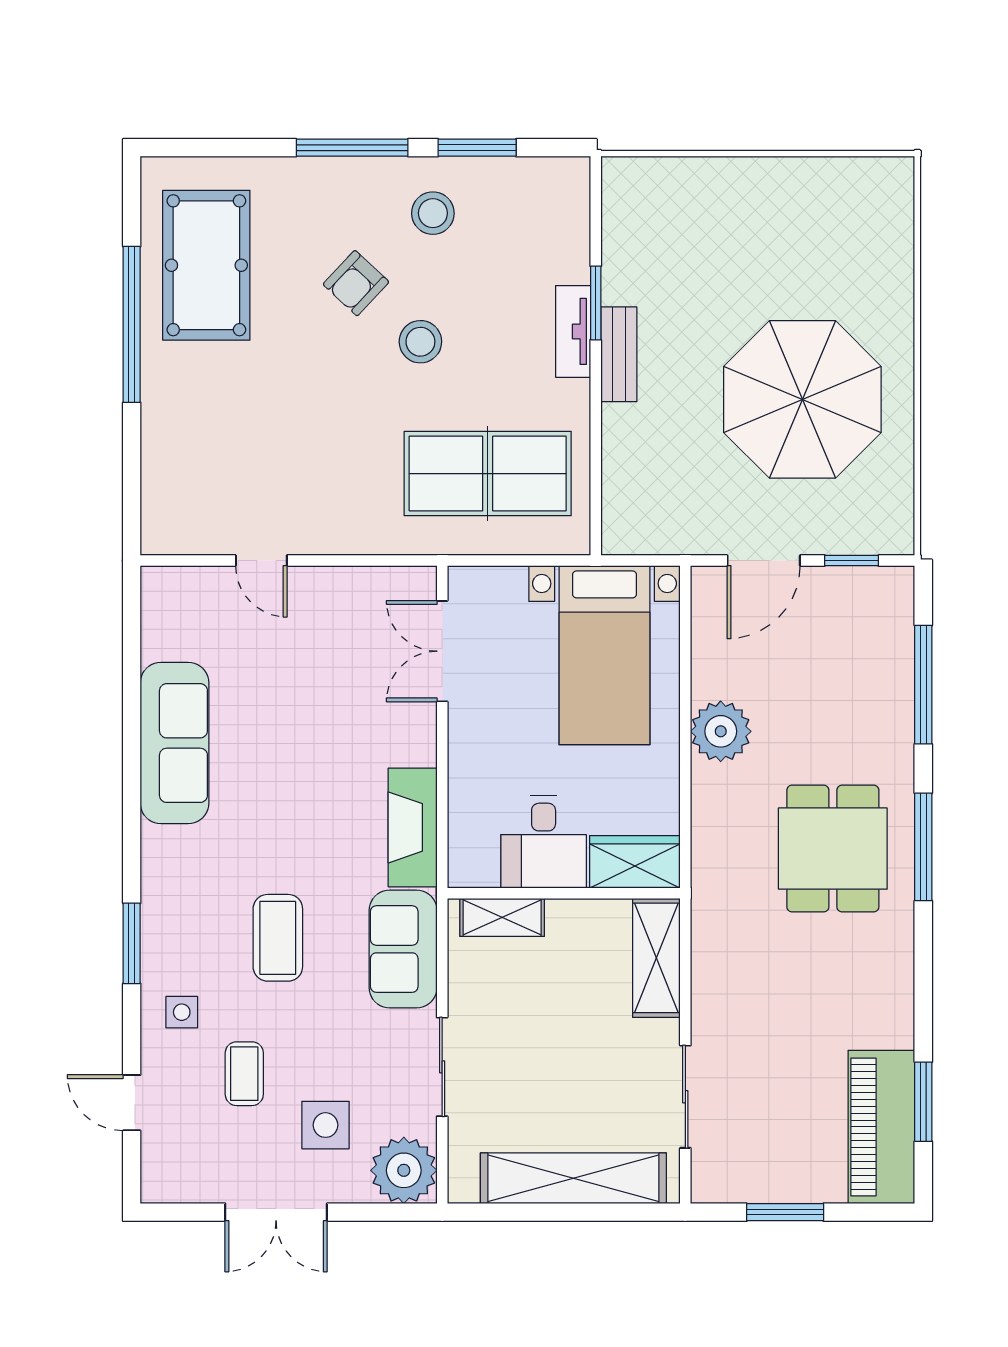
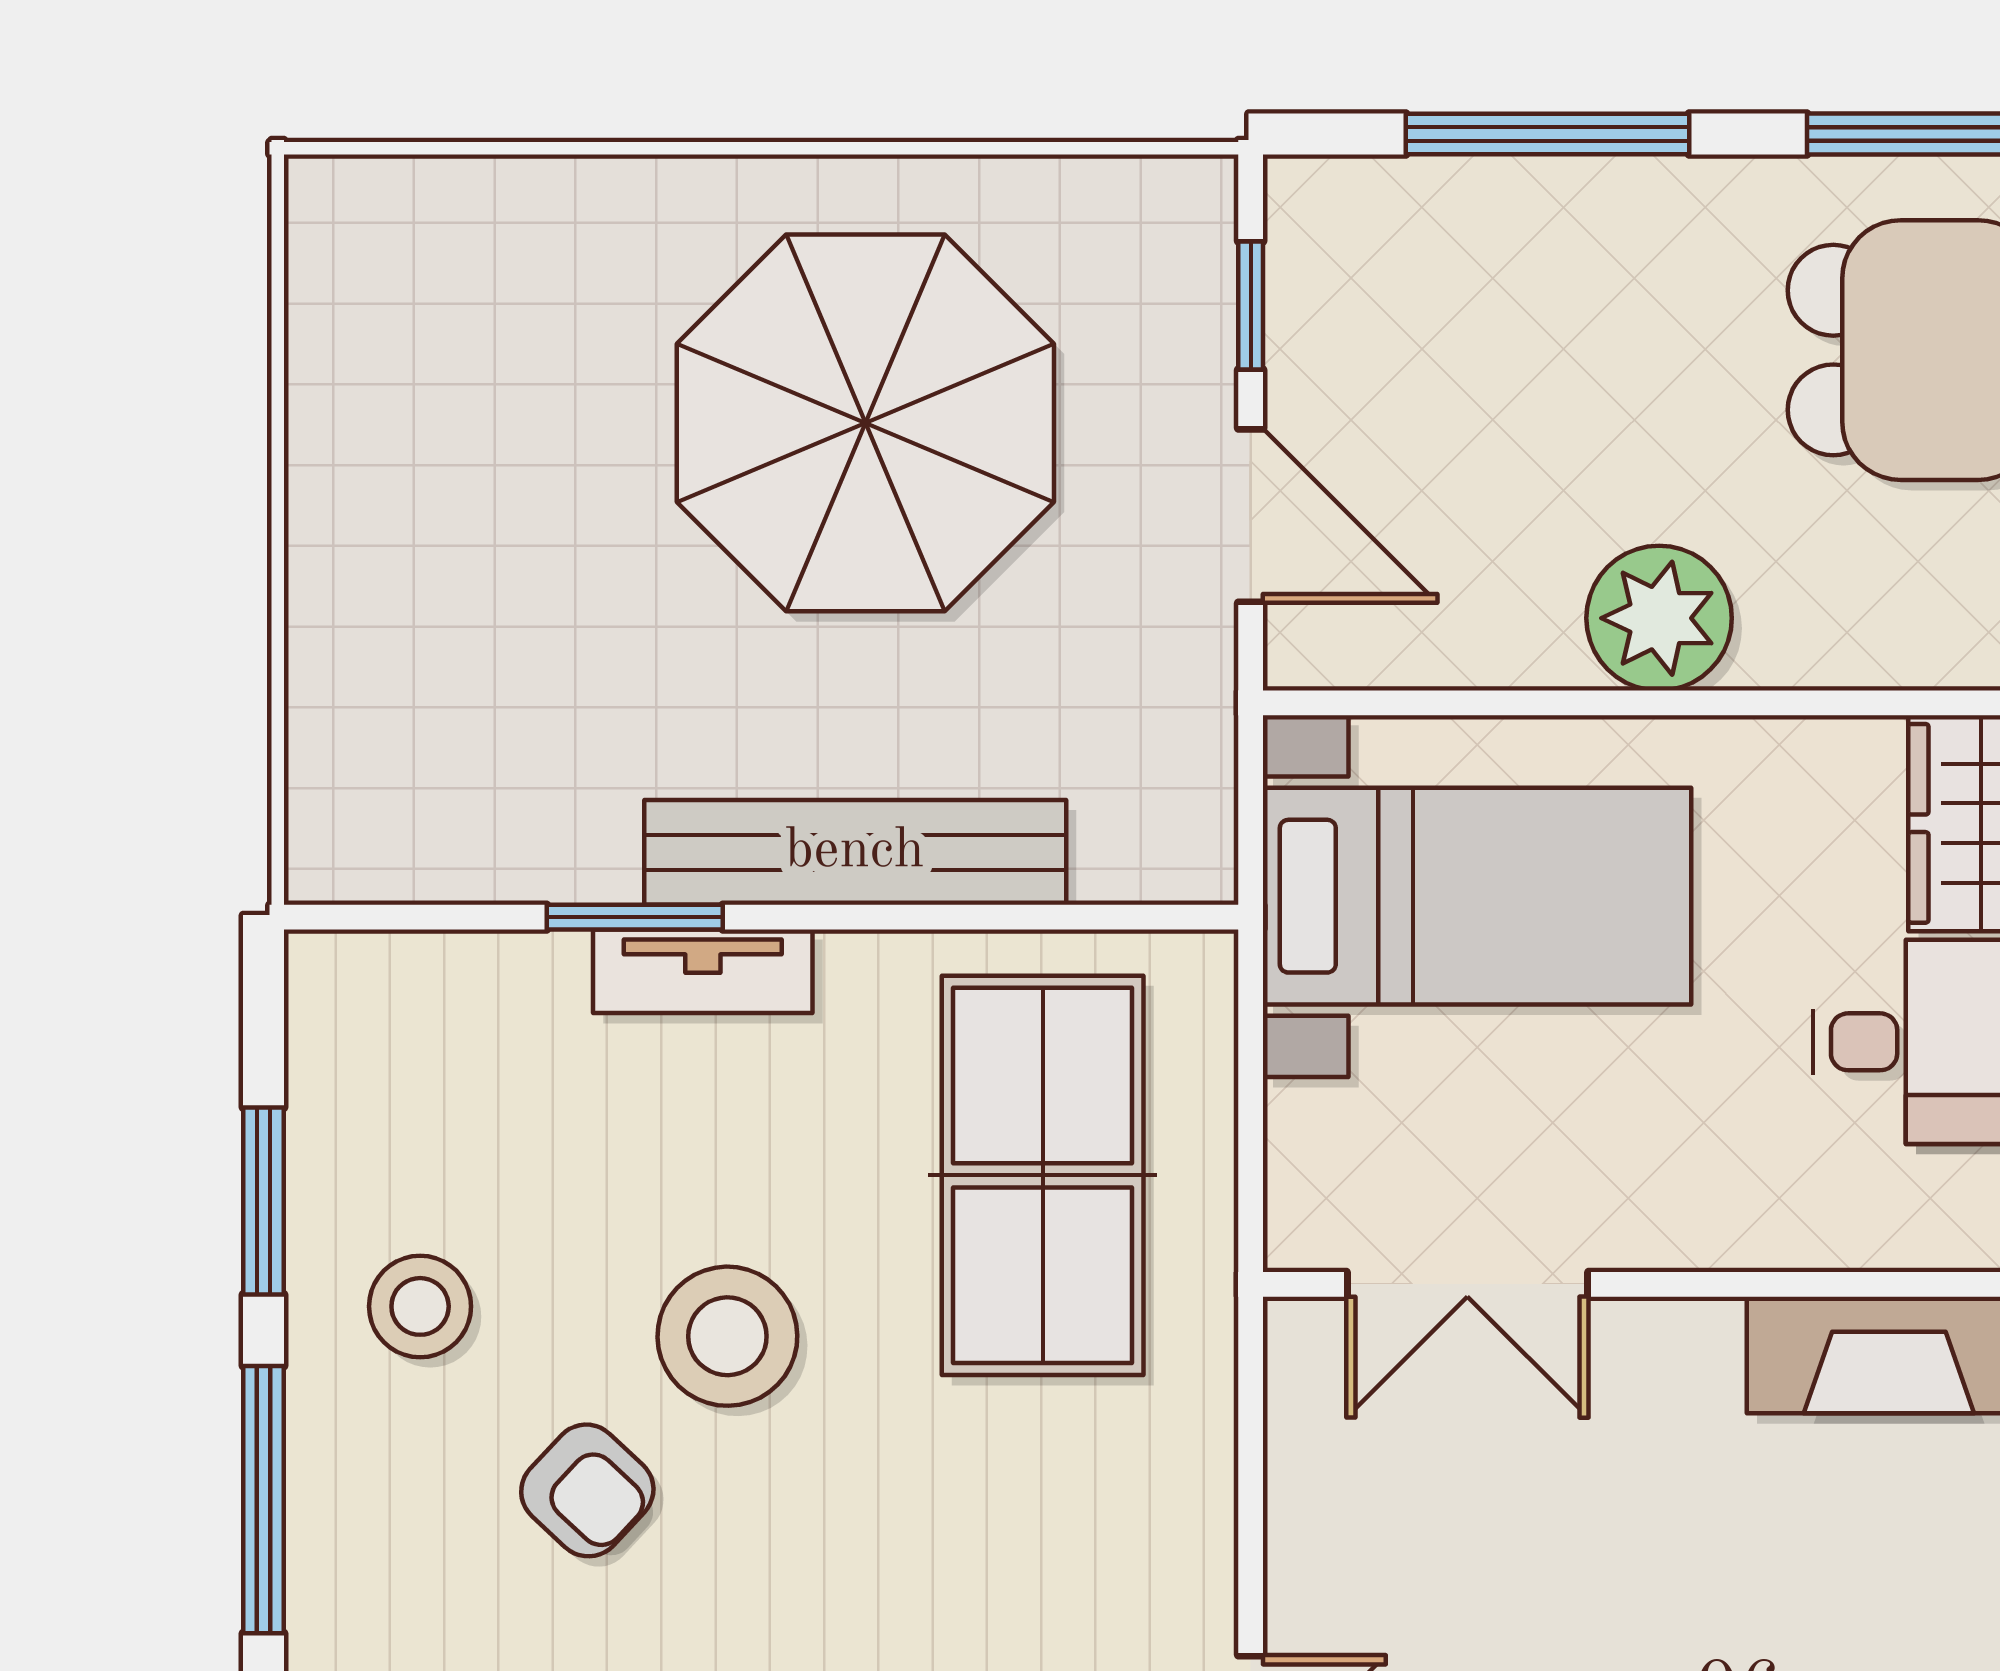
stool: (420, 342) -> (727, 1336), width x1.38, depth x1.38
bench: (619, 354) -> (855, 852), width x1.86, depth x1.21

